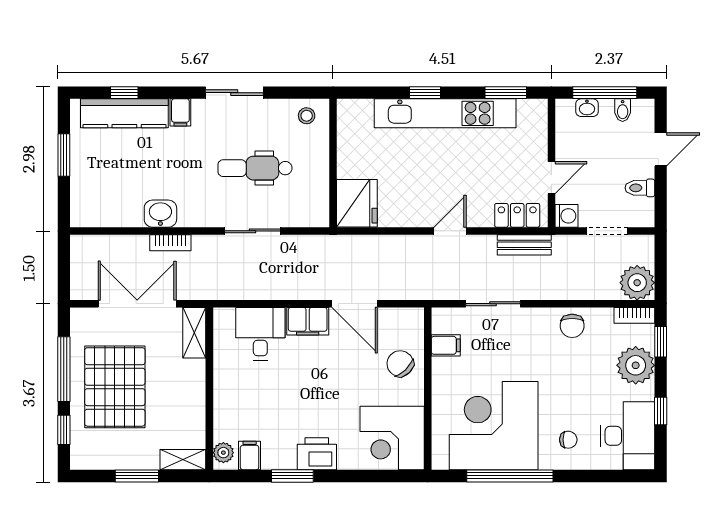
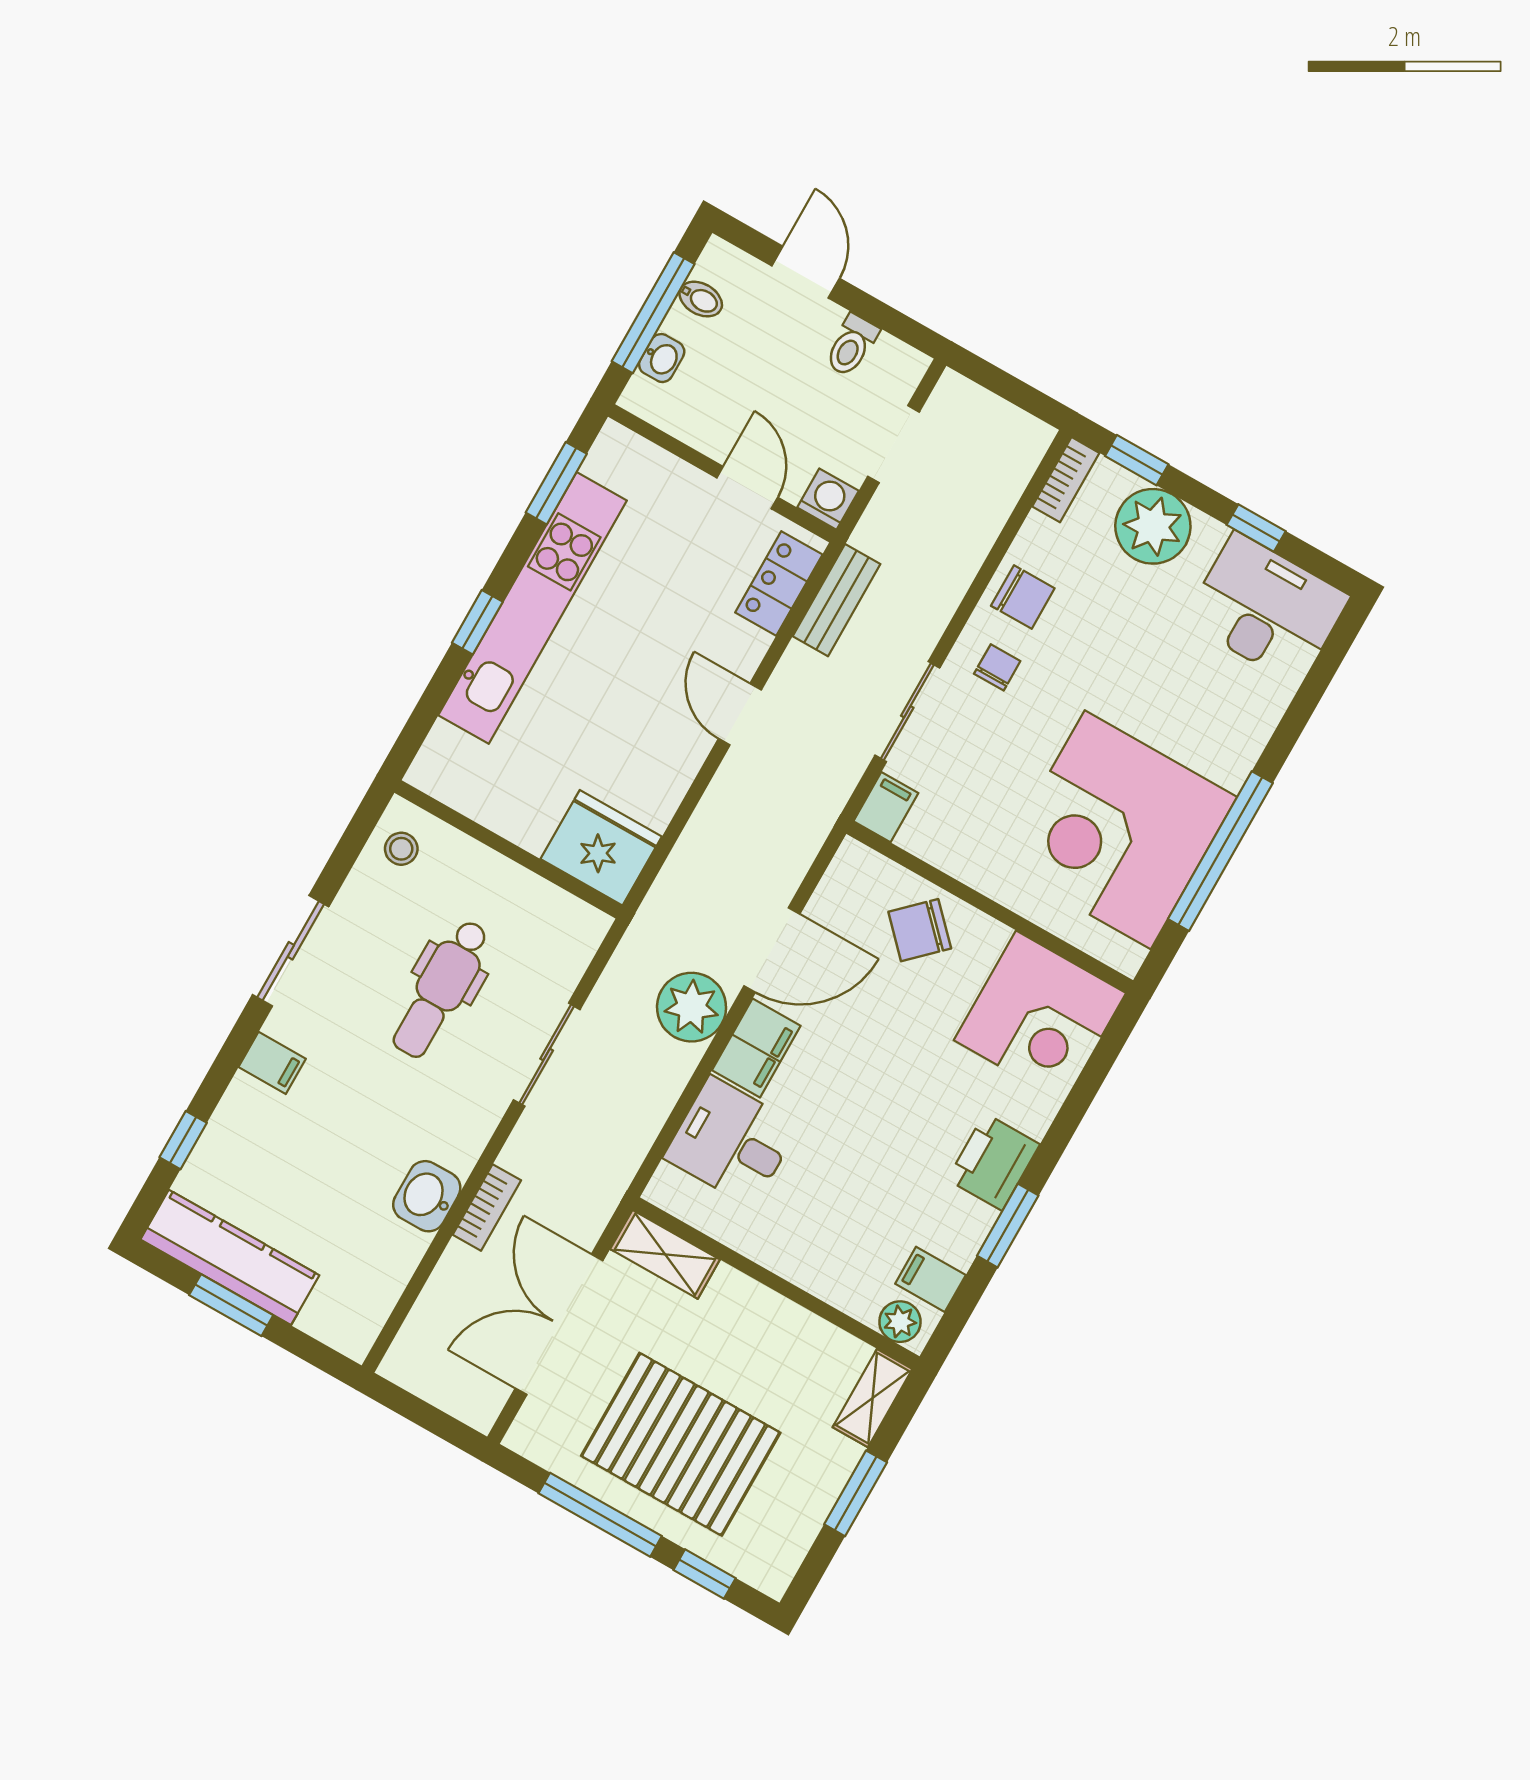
kitchen counter: (124, 113) -> (230, 1257), moved, turned -90
plant: (637, 283) -> (692, 1007), moved
filing cabinet: (446, 345) -> (886, 807), moved
chair: (568, 440) -> (997, 667), moved

